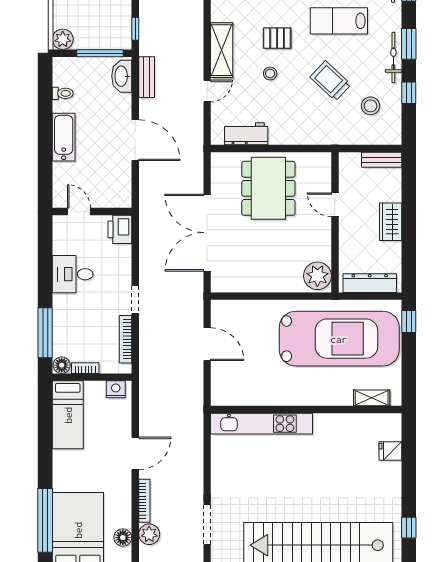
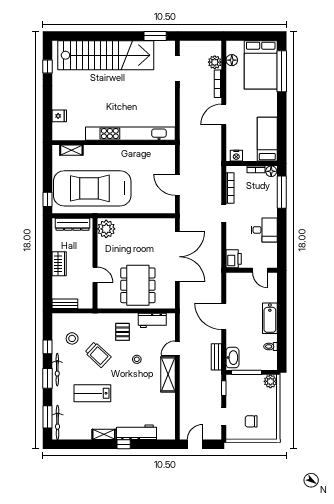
lab bench: (339, 21) -> (92, 393), turned 180
pallet: (277, 38) -> (123, 332), moved, turned 90
kitchen unit: (262, 424) -> (130, 134), width x1.36

